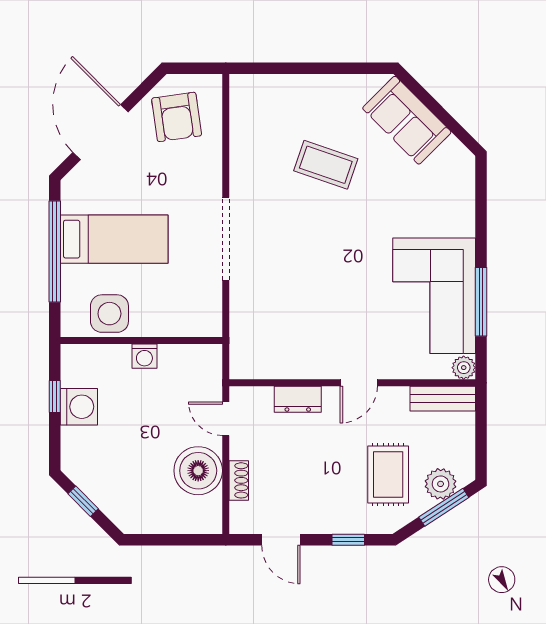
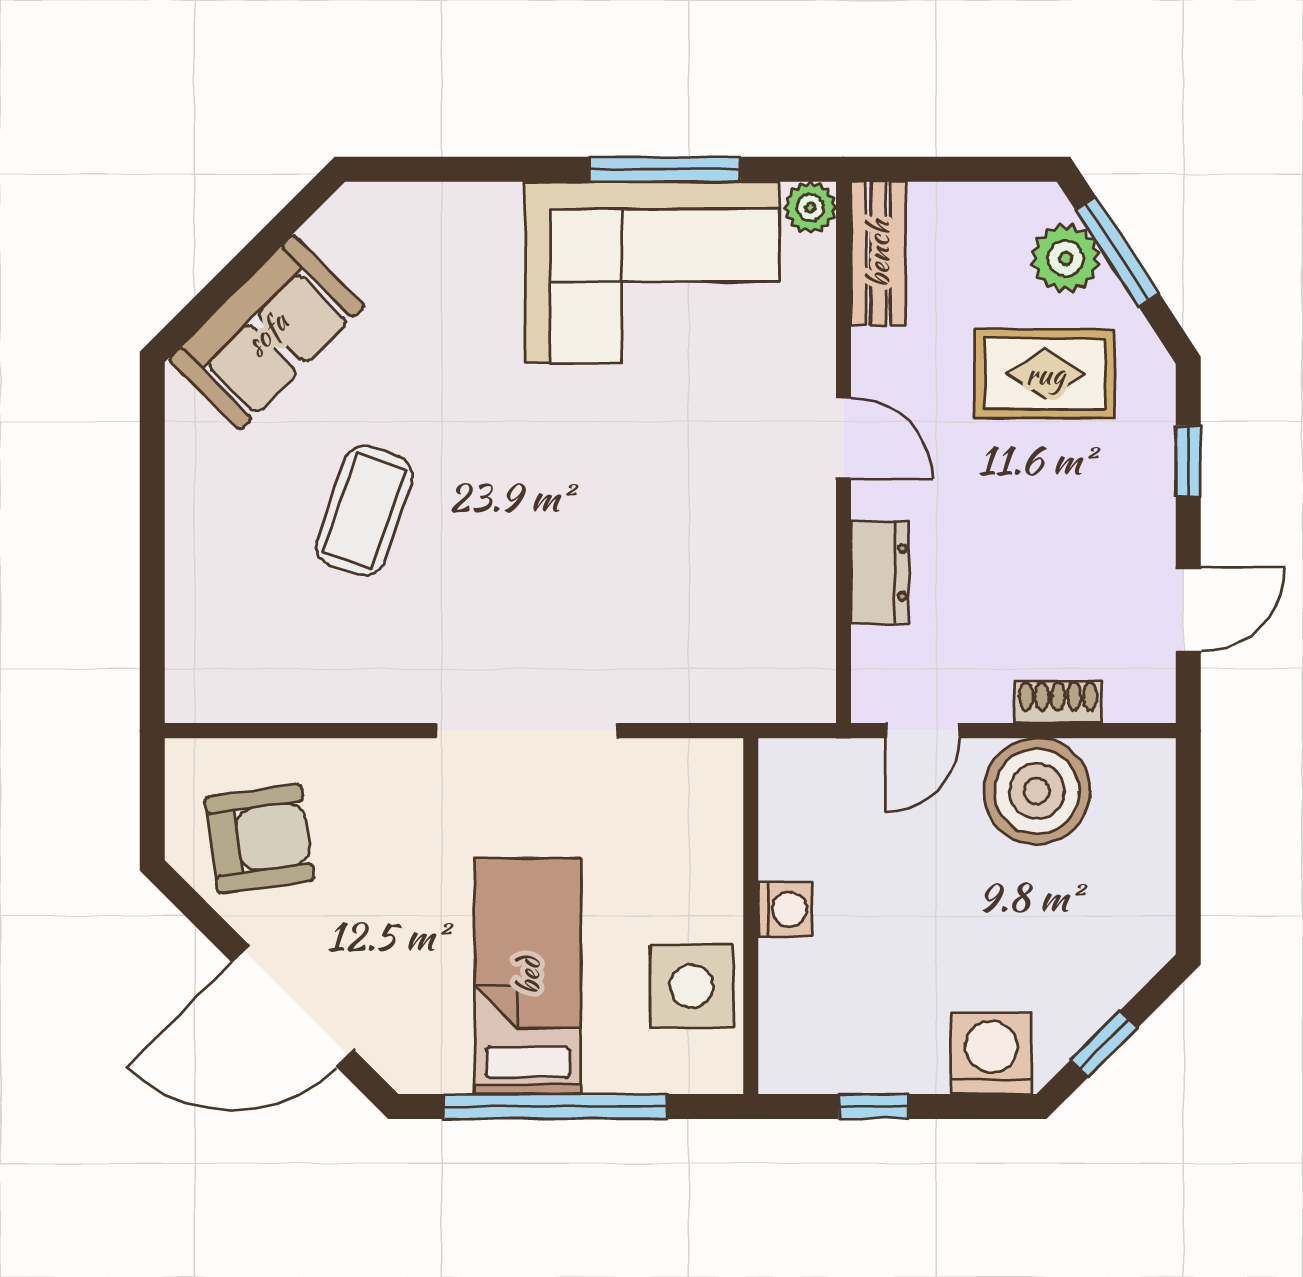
washing machine: (79, 407) -> (991, 1053), moved

